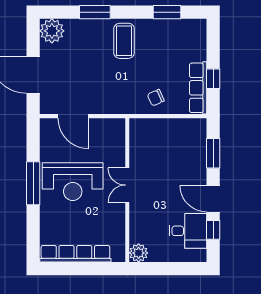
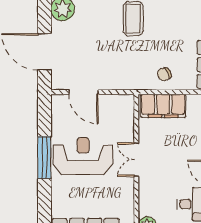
filing cabinet: (155, 130) -> (163, 106), added
reception desk: (73, 182) -> (83, 156), turned 180

